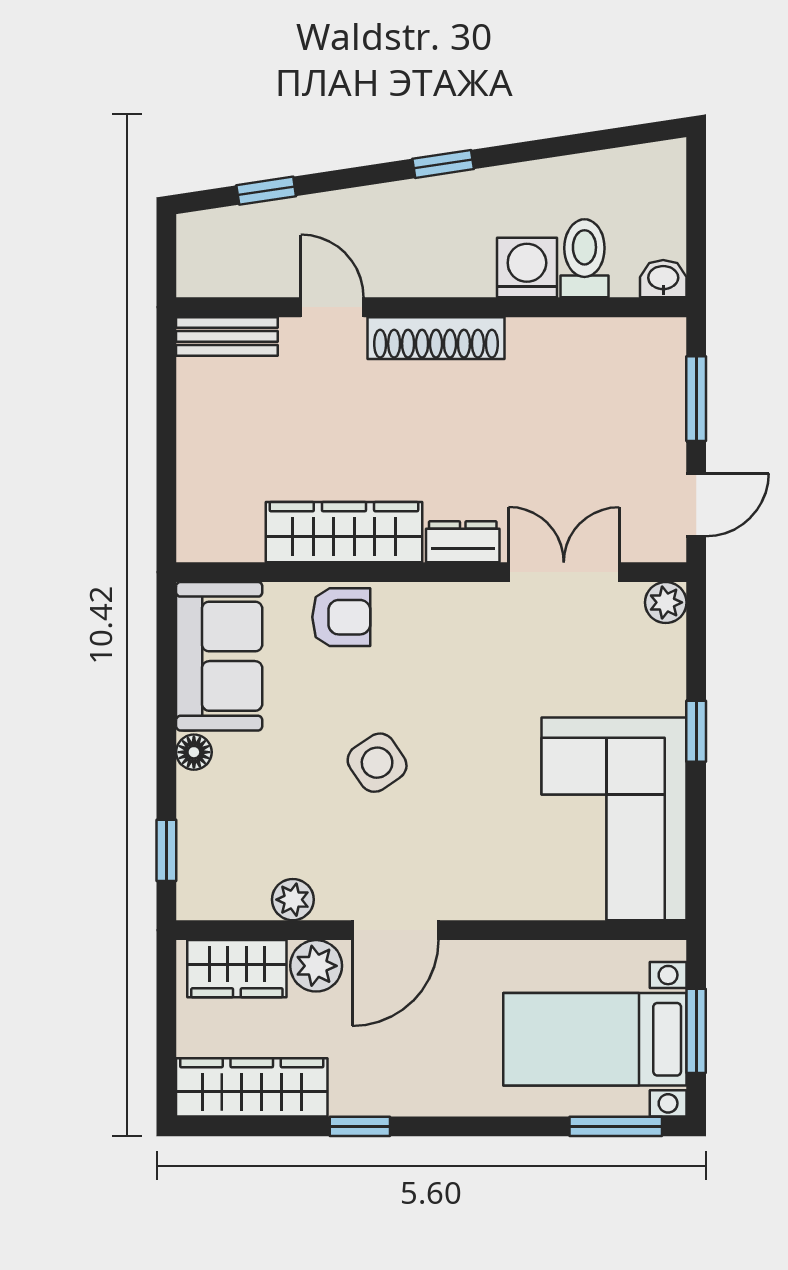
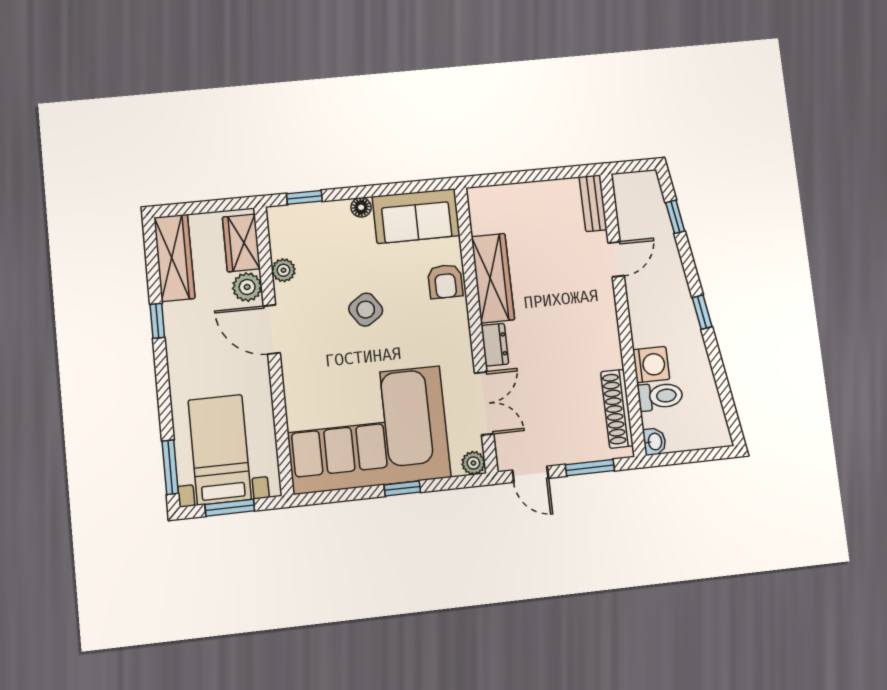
shoe rack: (436, 338) -> (617, 409), moved
corner sofa: (614, 819) -> (367, 430), width x1.36, depth x1.36

